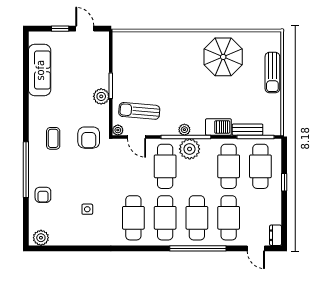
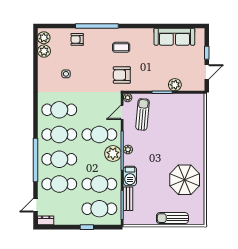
plant: (101, 96) -> (175, 85), moved
plant: (58, 237) -> (44, 51), added

